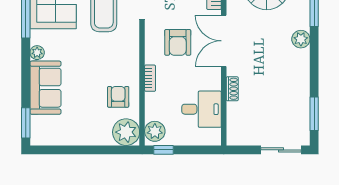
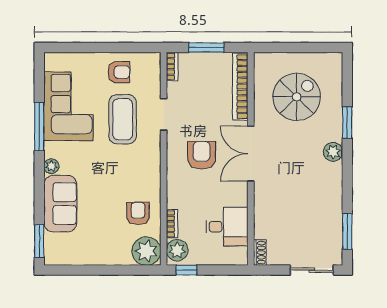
armchair: (178, 42) -> (202, 155), turned 180
bookcase: (150, 78) -> (172, 224), moved
shoe rack: (232, 89) -> (260, 253), moved

